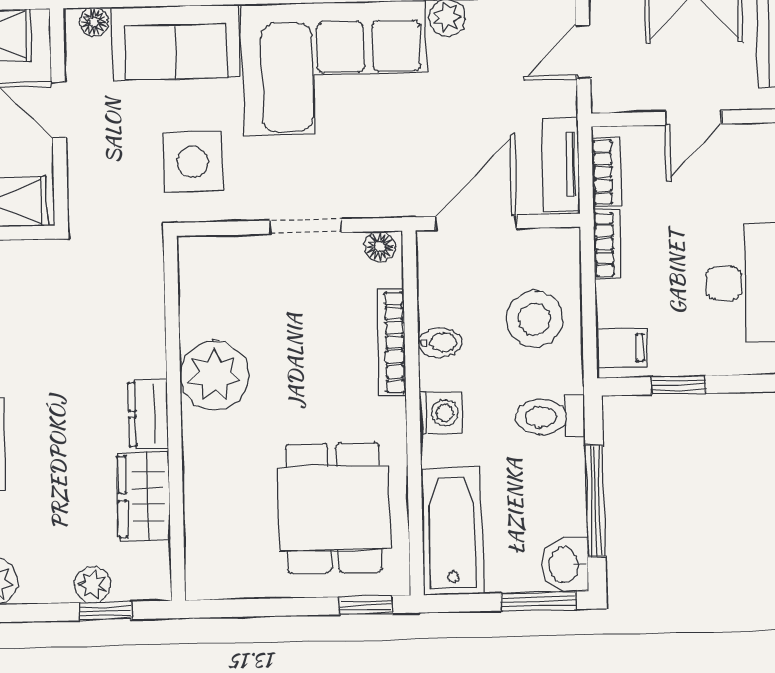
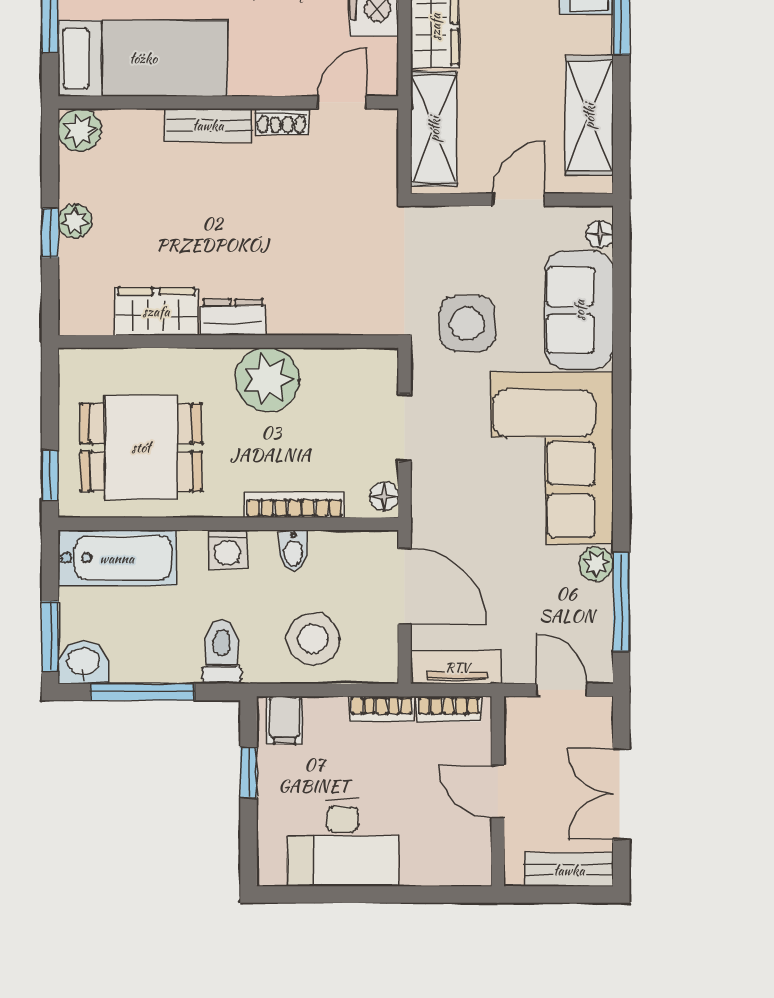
plant: (214, 376) -> (267, 380), moved
dresser: (148, 414) -> (233, 317), moved
wall: (174, 418) -> (228, 341), moved
wardrobe: (144, 496) -> (156, 311), moved

